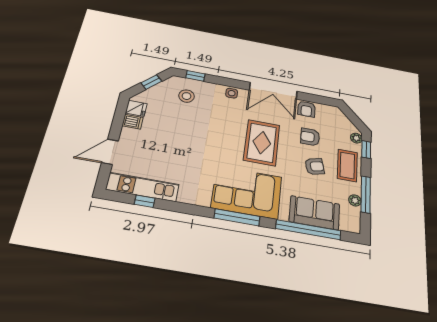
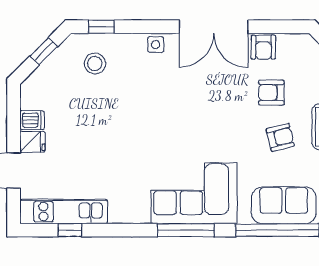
fridge: (136, 108) -> (32, 142), moved
rug: (262, 143) -> (206, 116), removed

